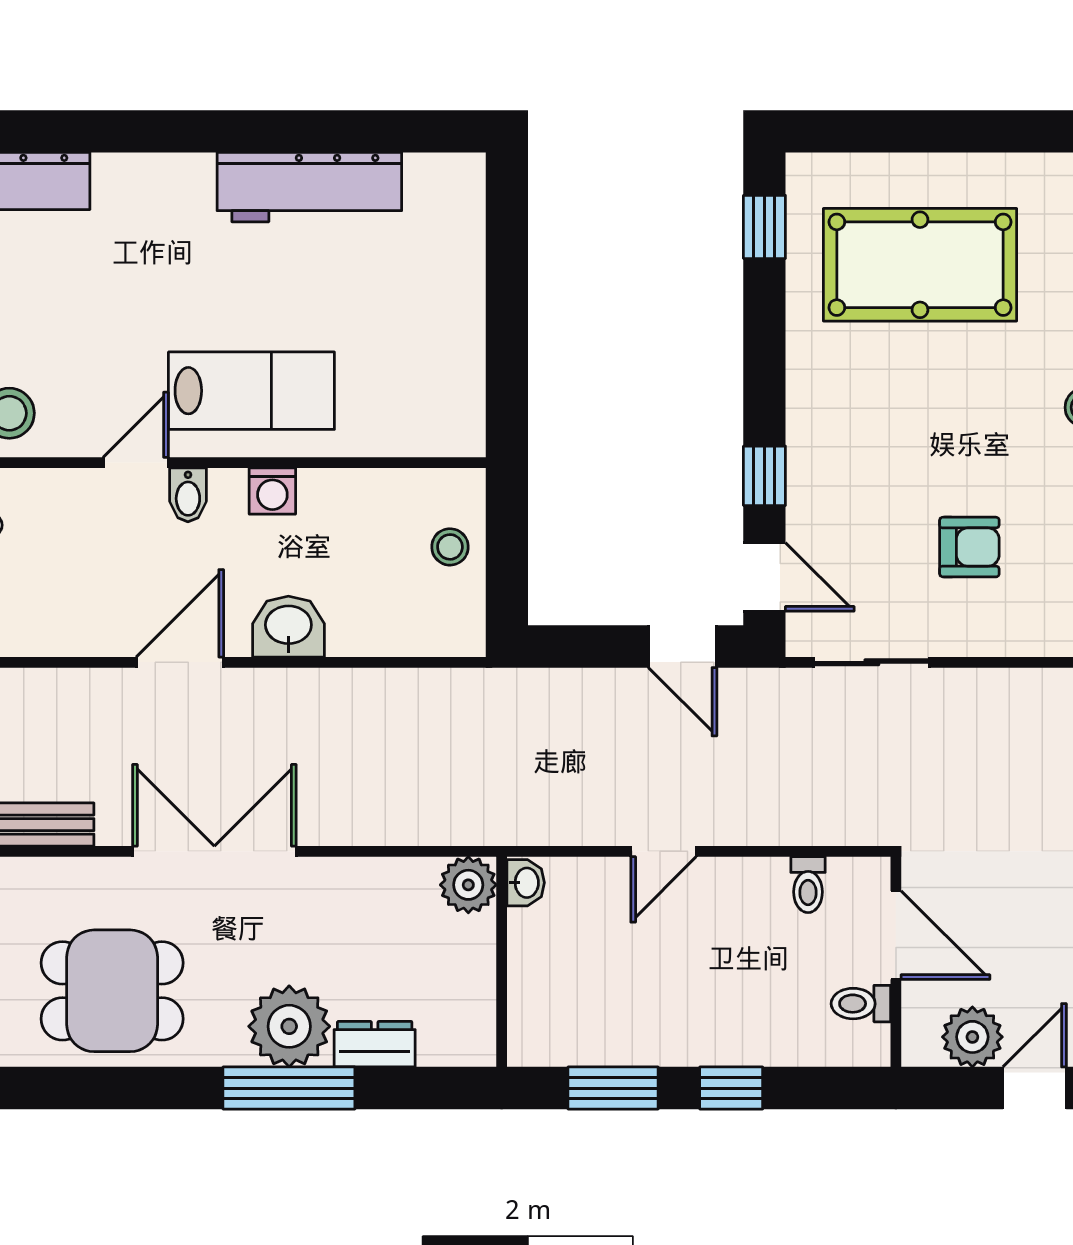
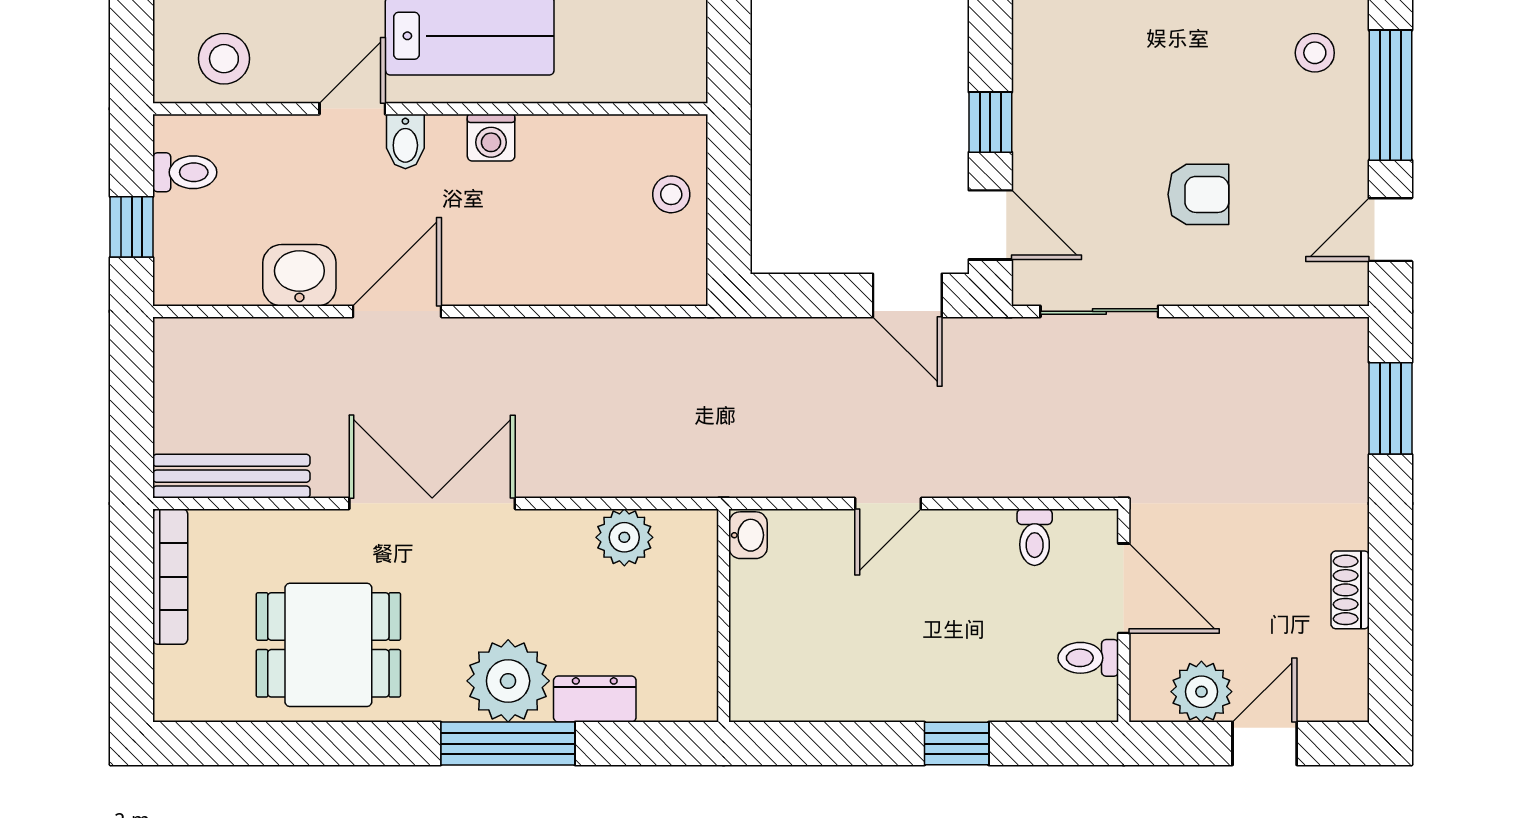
washbasin: (288, 627) -> (299, 275), moved
plant: (468, 885) -> (624, 537), moved
window: (613, 1088) -> (837, 744), removed

